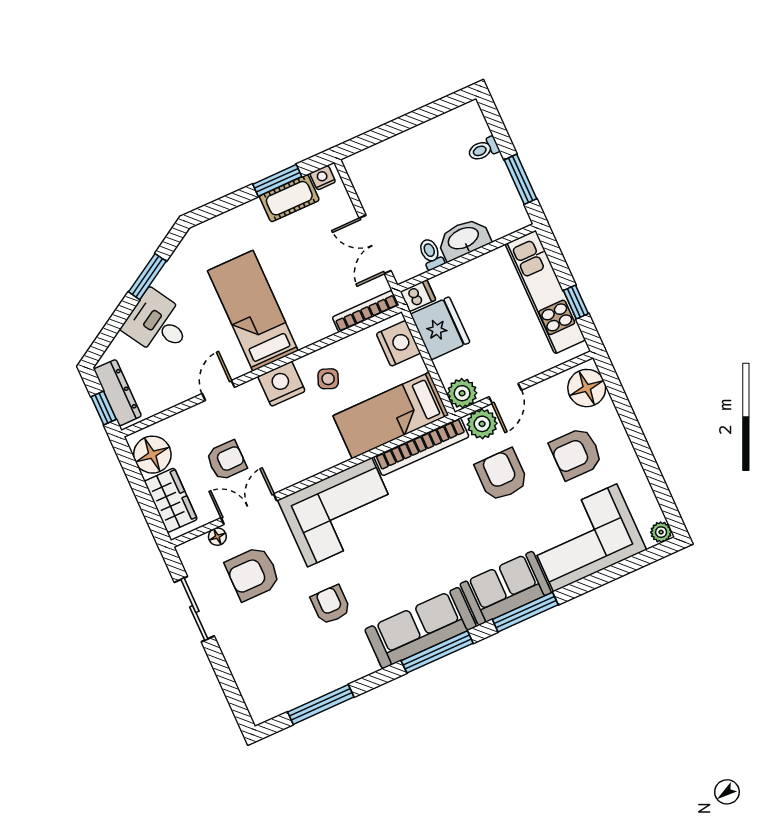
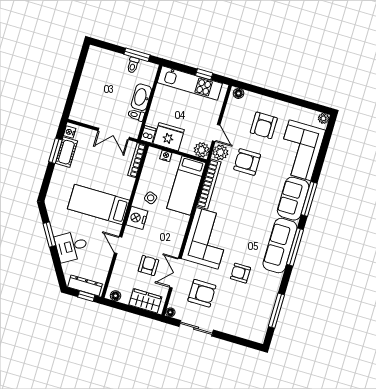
toilet: (483, 149) -> (133, 65), moved
nightstand: (398, 343) -> (166, 156), width x0.53, depth x0.56
floor lamp: (587, 388) -> (239, 93), width x0.53, depth x0.53
floor lamp: (152, 455) -> (116, 296), width x0.53, depth x0.53
floor lamp: (217, 537) -> (170, 312), moved
armchair: (253, 573) -> (202, 293), turned -90

